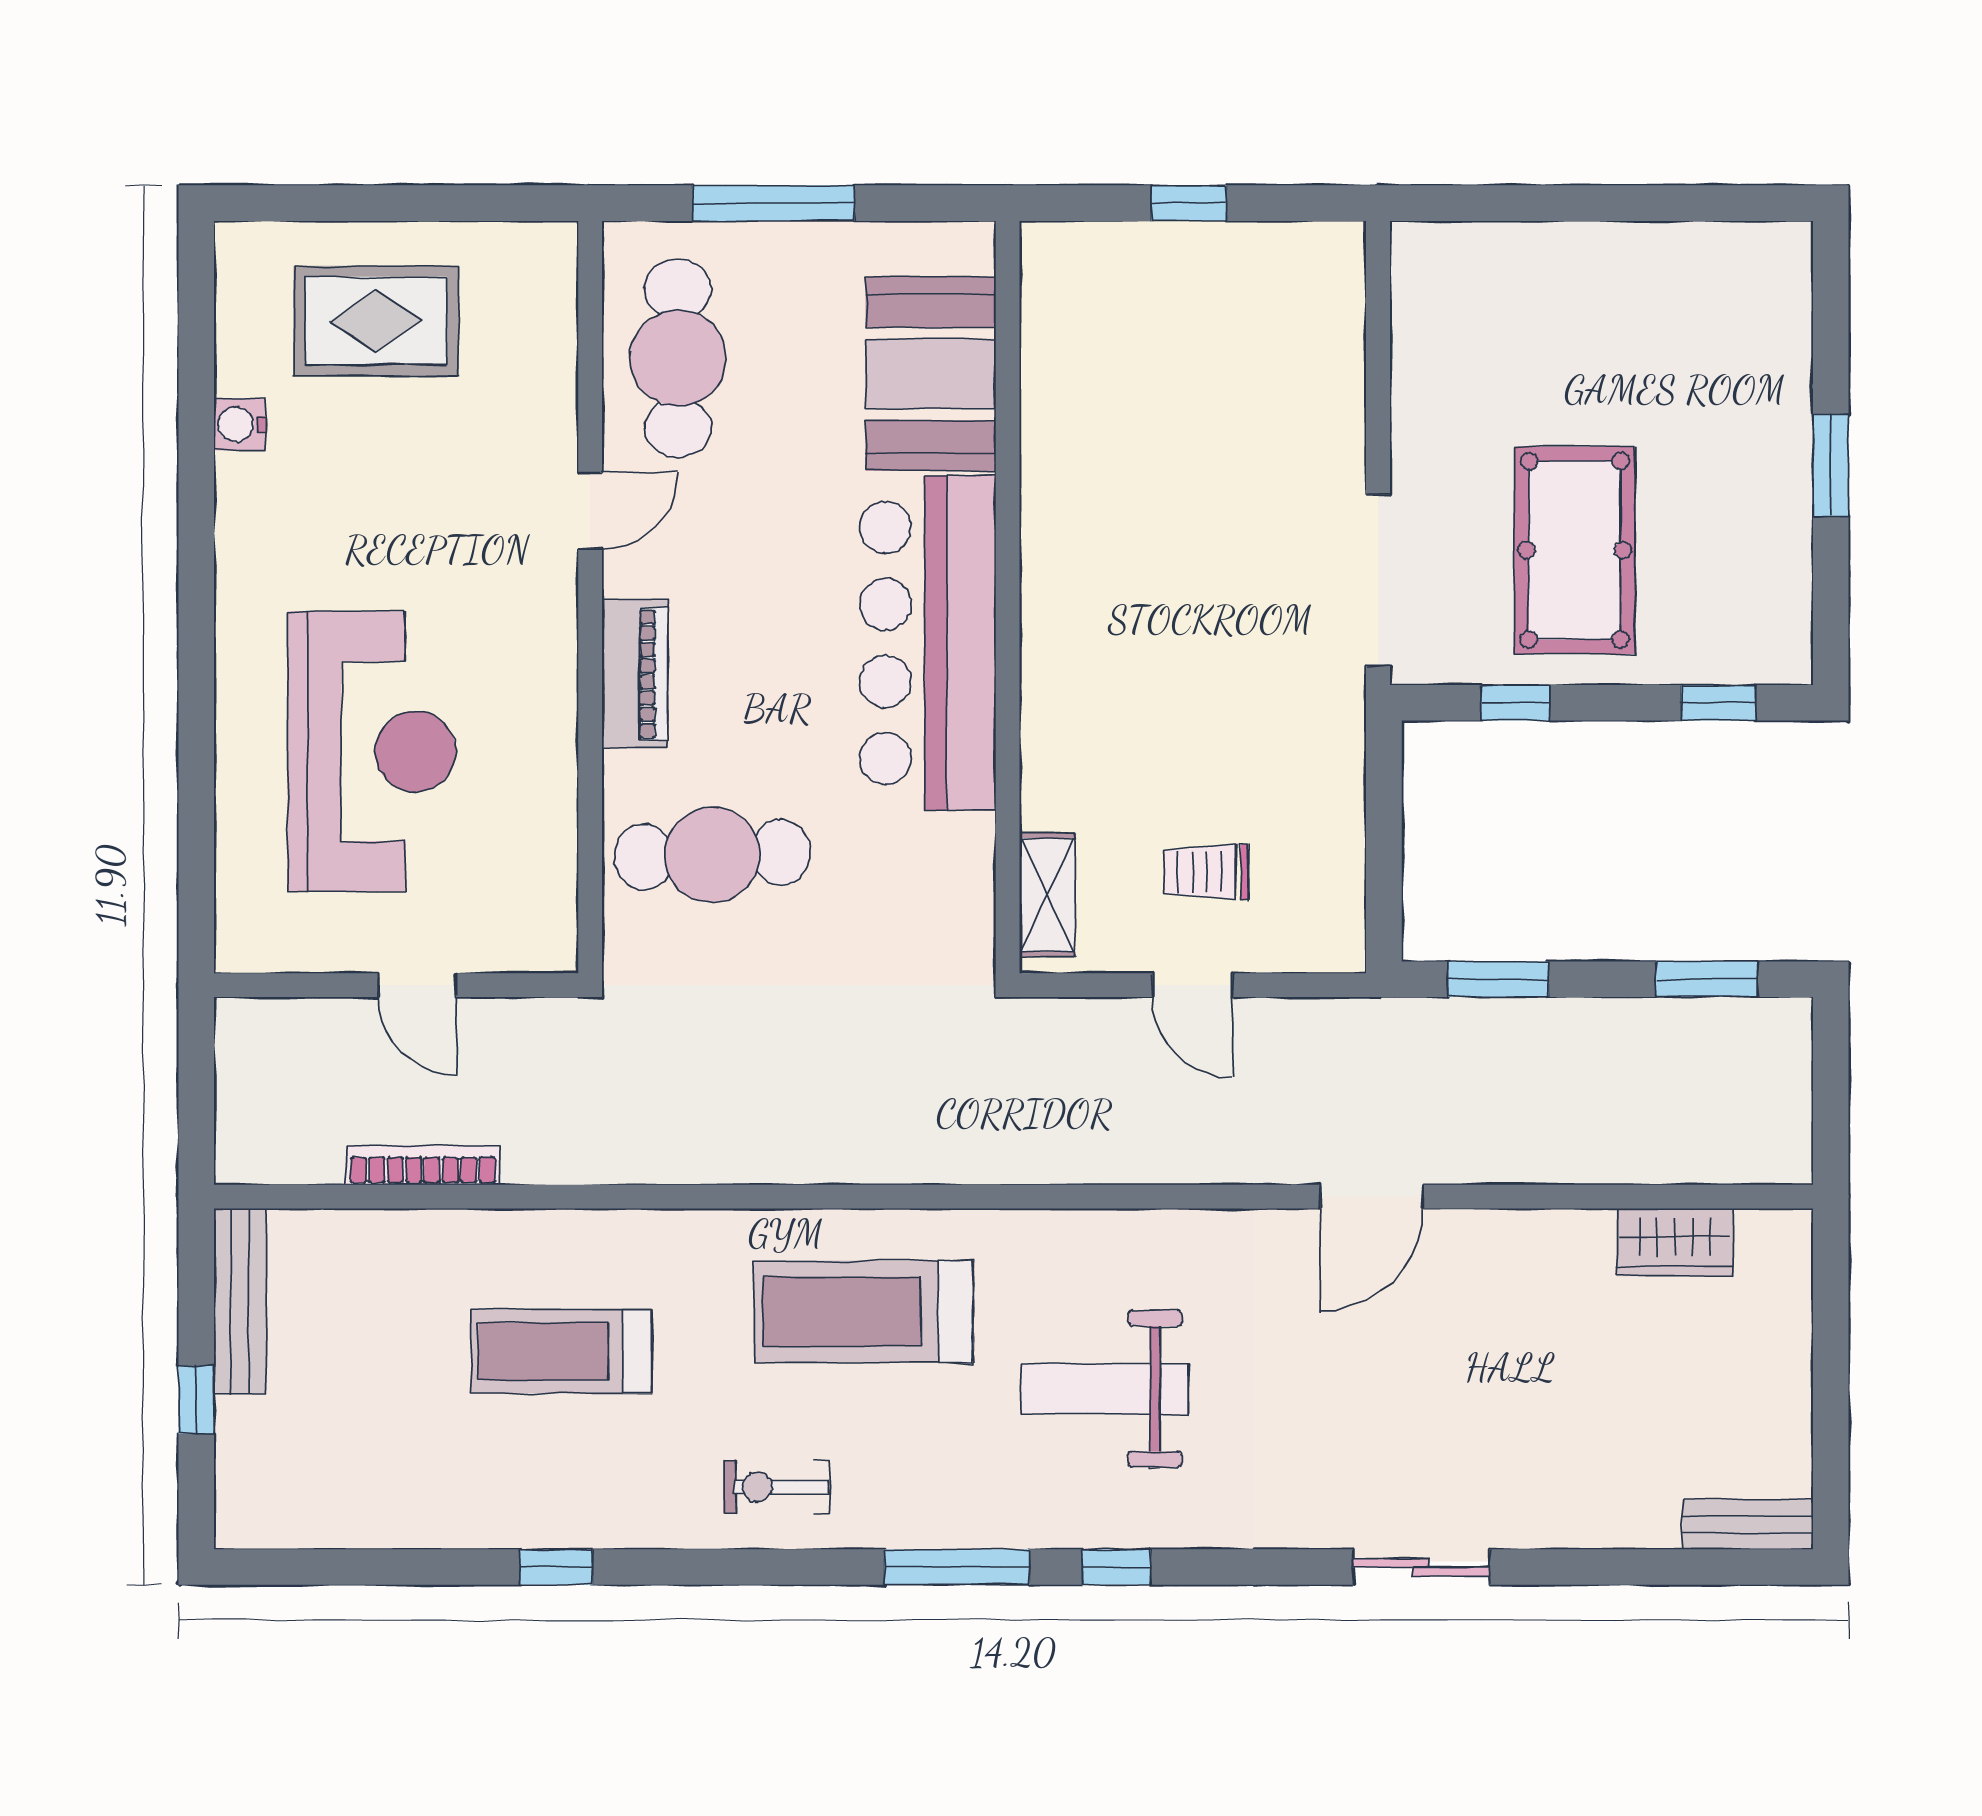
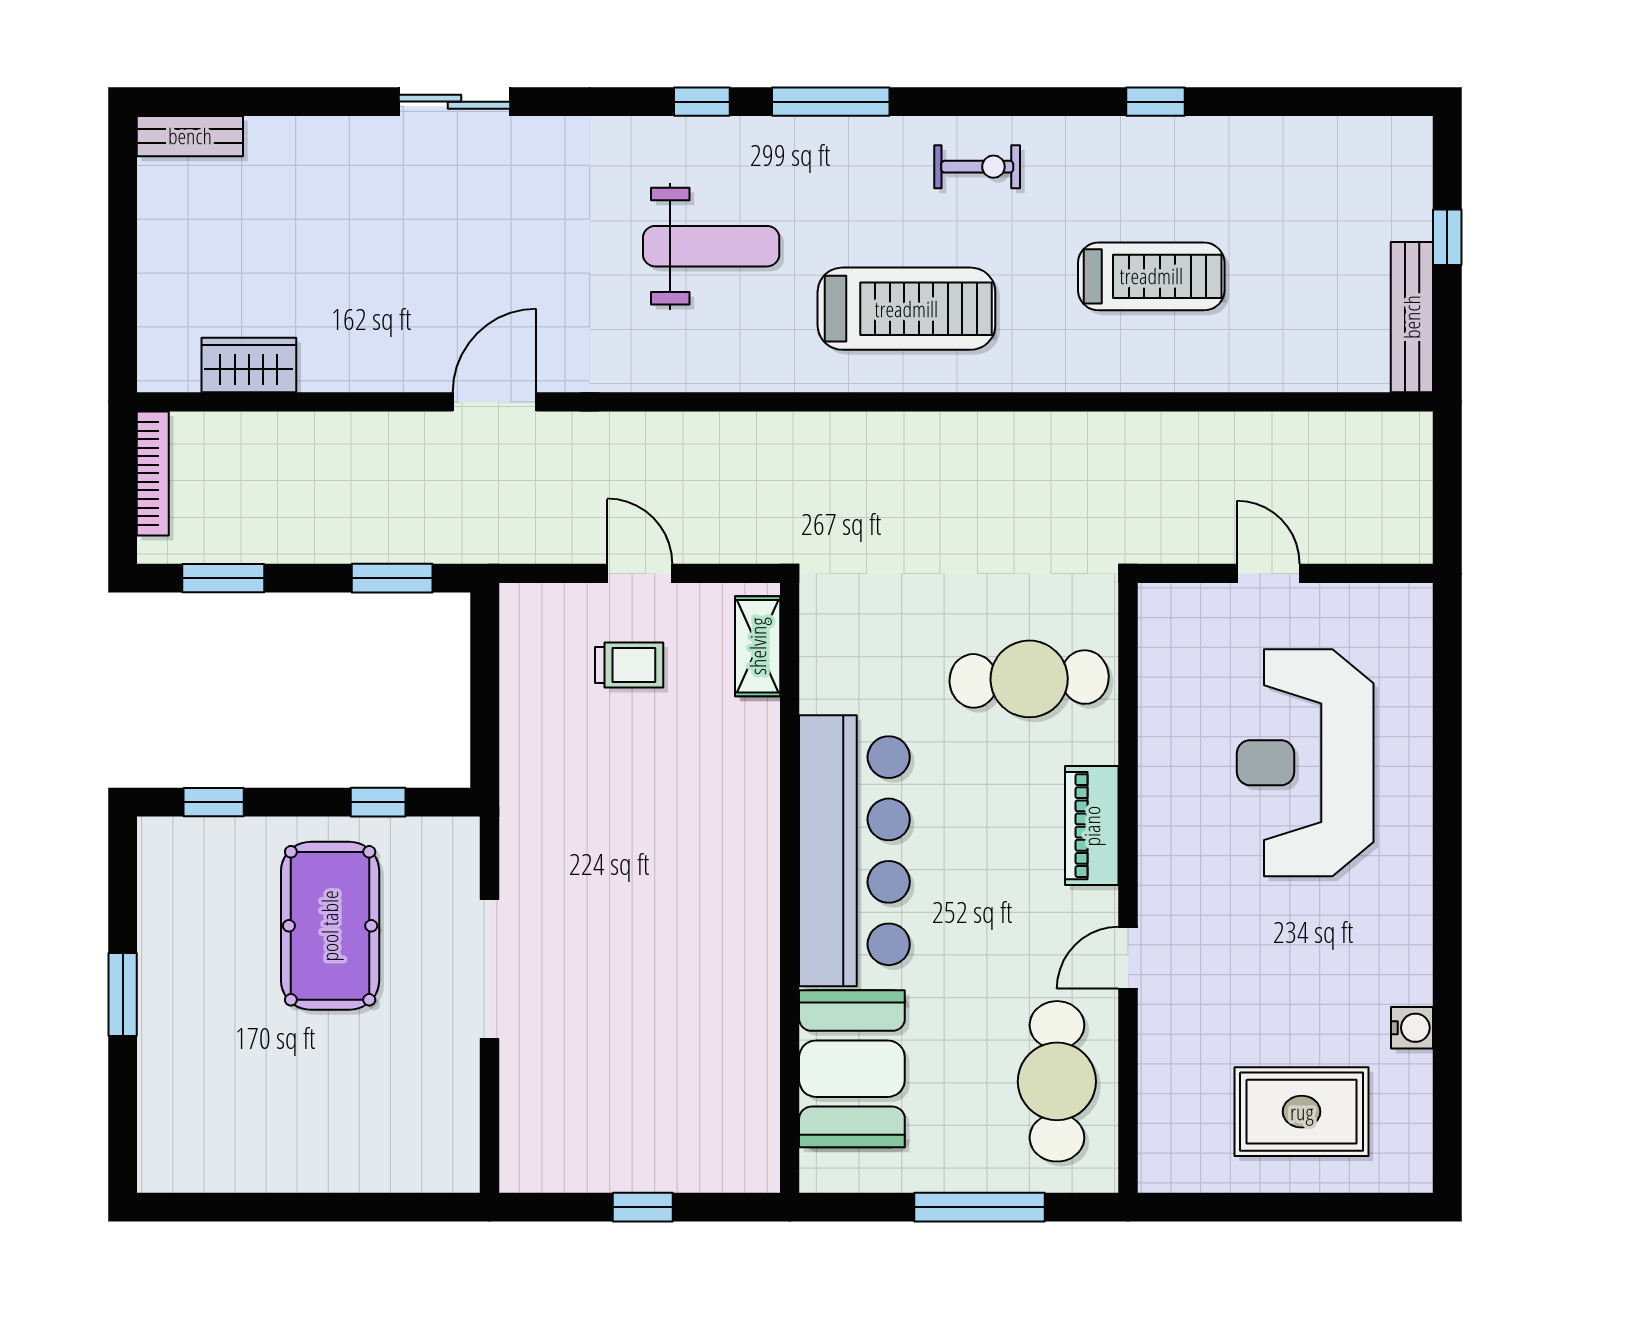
doorway: (1378, 580) -> (490, 969), moved
bookcase: (423, 1165) -> (153, 473), moved, turned -90

